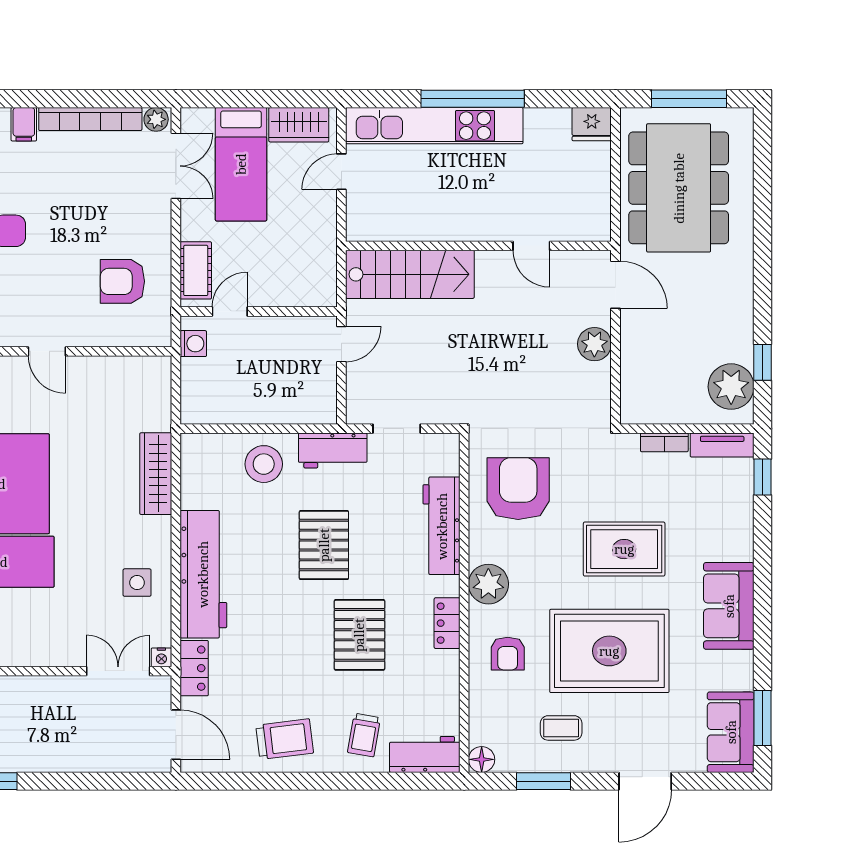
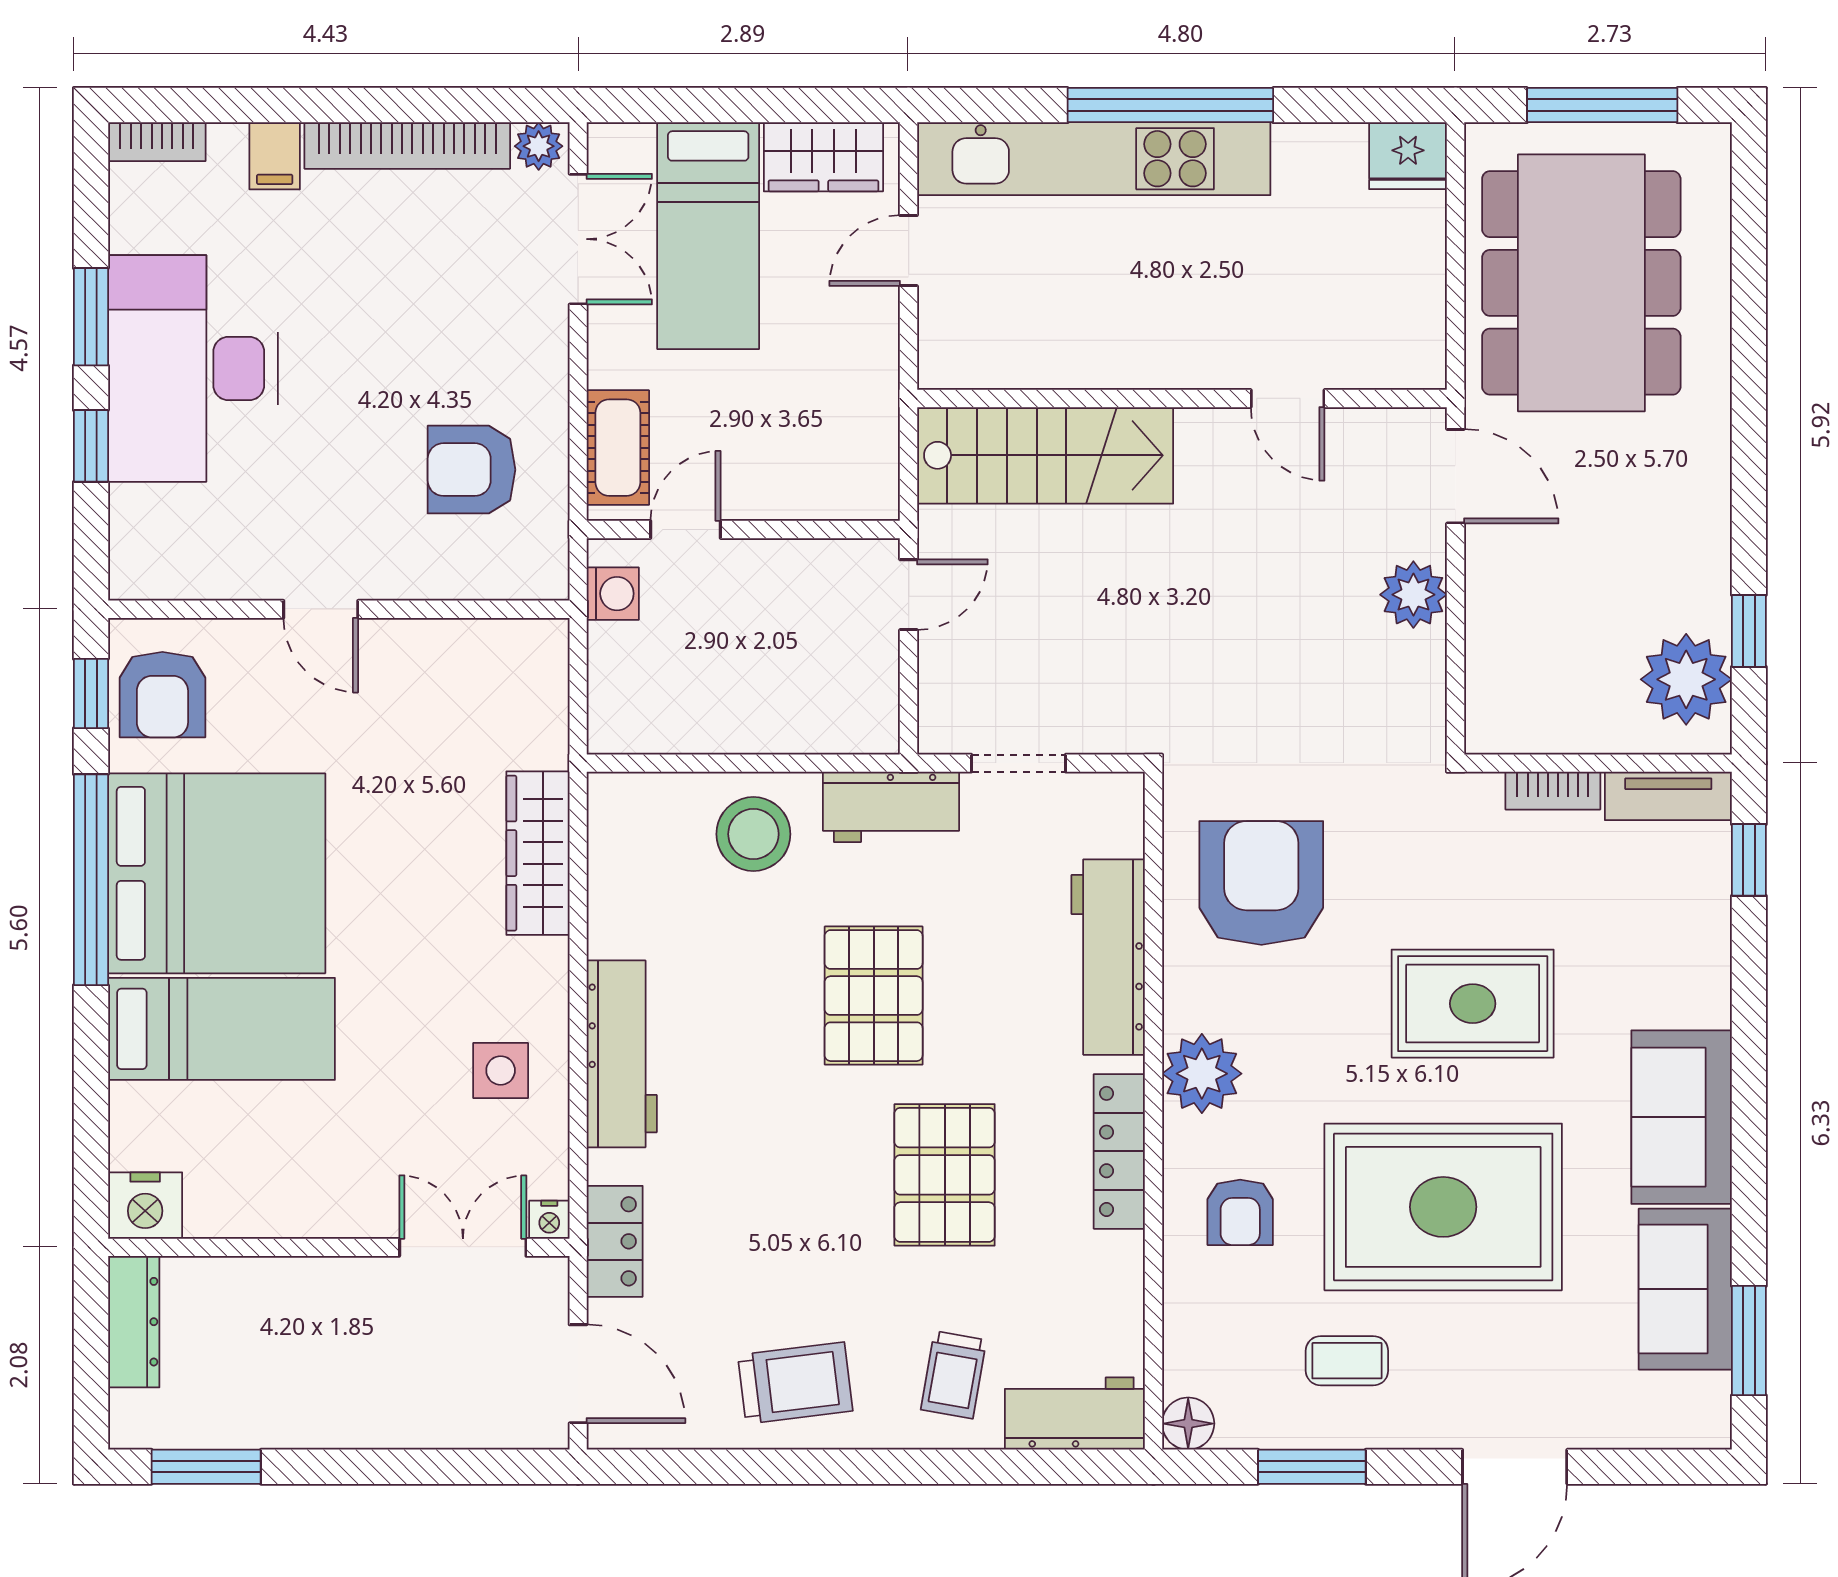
workbench: (203, 574) -> (622, 1054), width x0.73, depth x0.76
locker: (447, 623) -> (1119, 1151), width x1.53
sofa: (731, 732) -> (1685, 1289), moved

